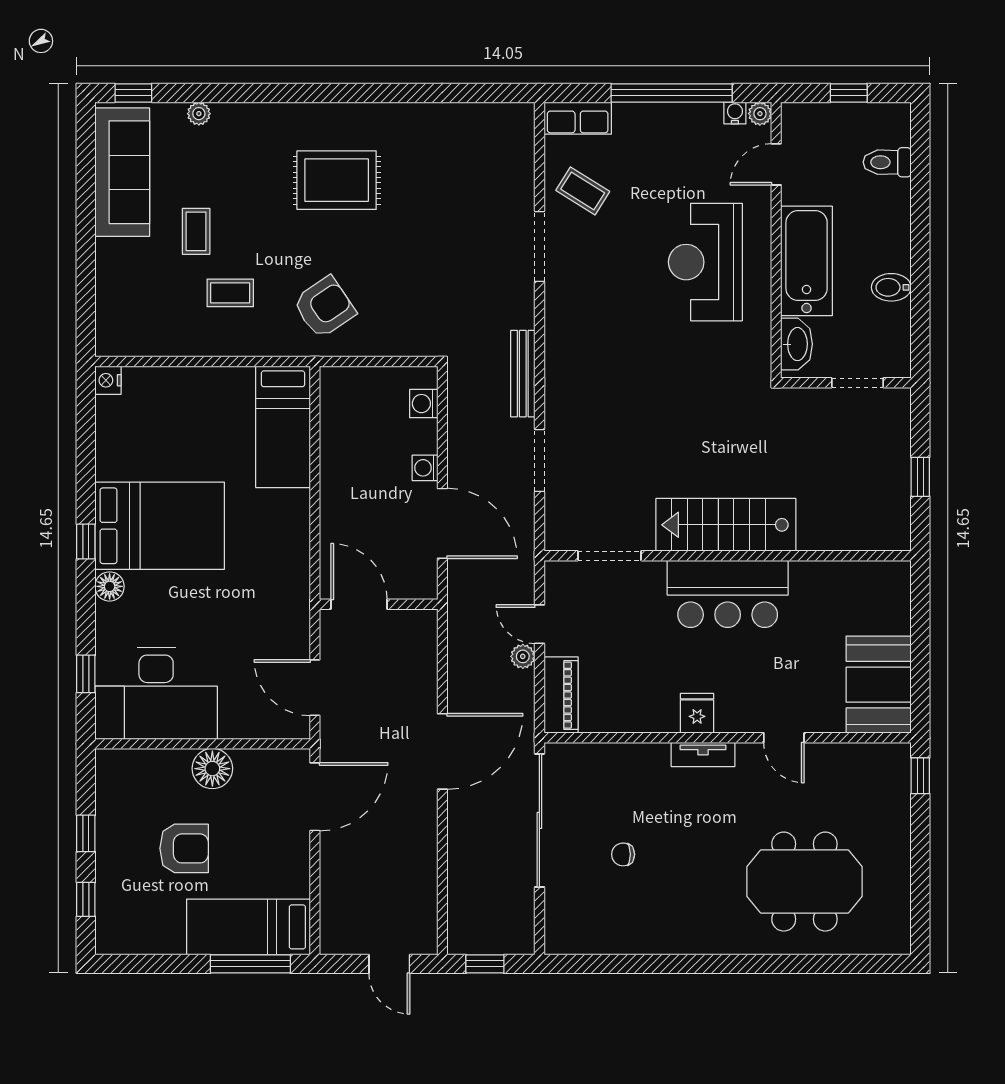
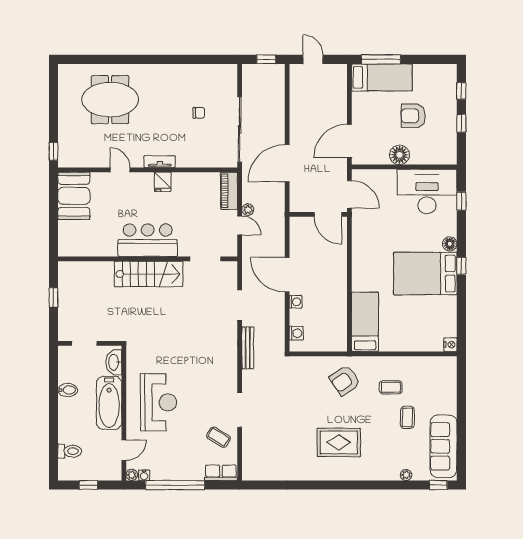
door: (359, 604) -> (328, 214), moved
wall: (379, 604) -> (318, 214), moved

